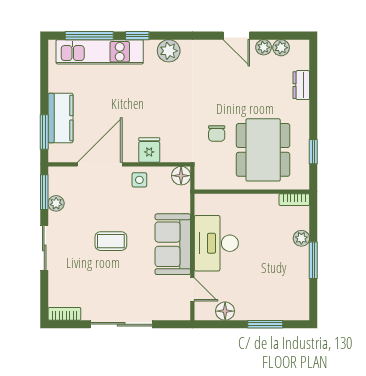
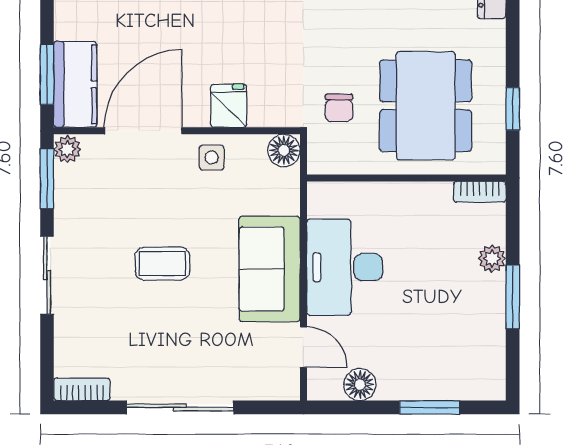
kitchen counter: (61, 118) -> (75, 84), moved
chair: (217, 133) -> (339, 108), moved
plant: (56, 203) -> (68, 149), moved

